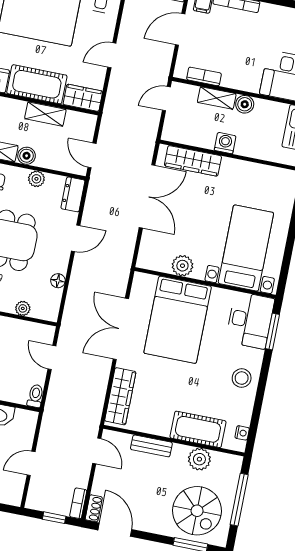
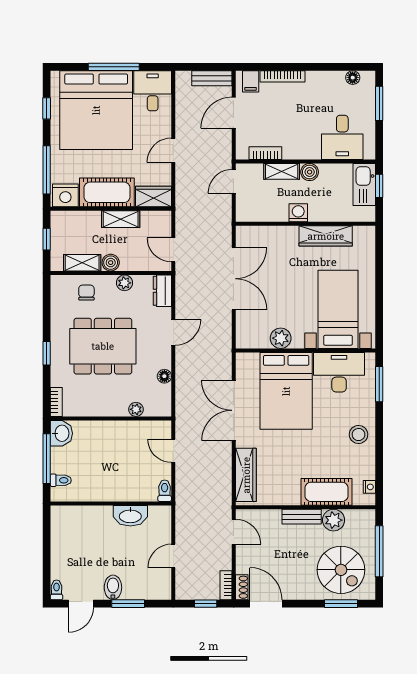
wardrobe: (193, 161) -> (326, 236), moved
desk: (250, 320) -> (339, 372), moved, turned -90
bench: (151, 446) -> (302, 517), moved

